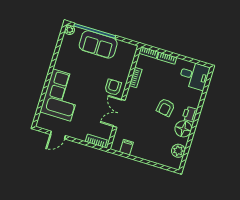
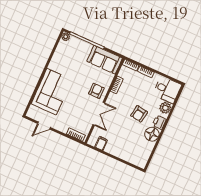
sofa: (98, 44) -> (105, 60), moved
double door: (119, 113) -> (99, 114), swing flipped
plant: (178, 151) -> (165, 108), moved

